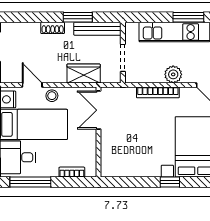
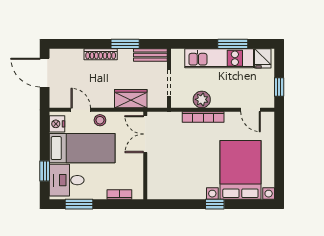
shoe rack: (53, 28) -> (101, 54), width x1.43
bench: (97, 29) -> (150, 55), width x0.73
plant: (173, 74) -> (202, 99), moved
window: (30, 182) -> (79, 204), width x0.69

